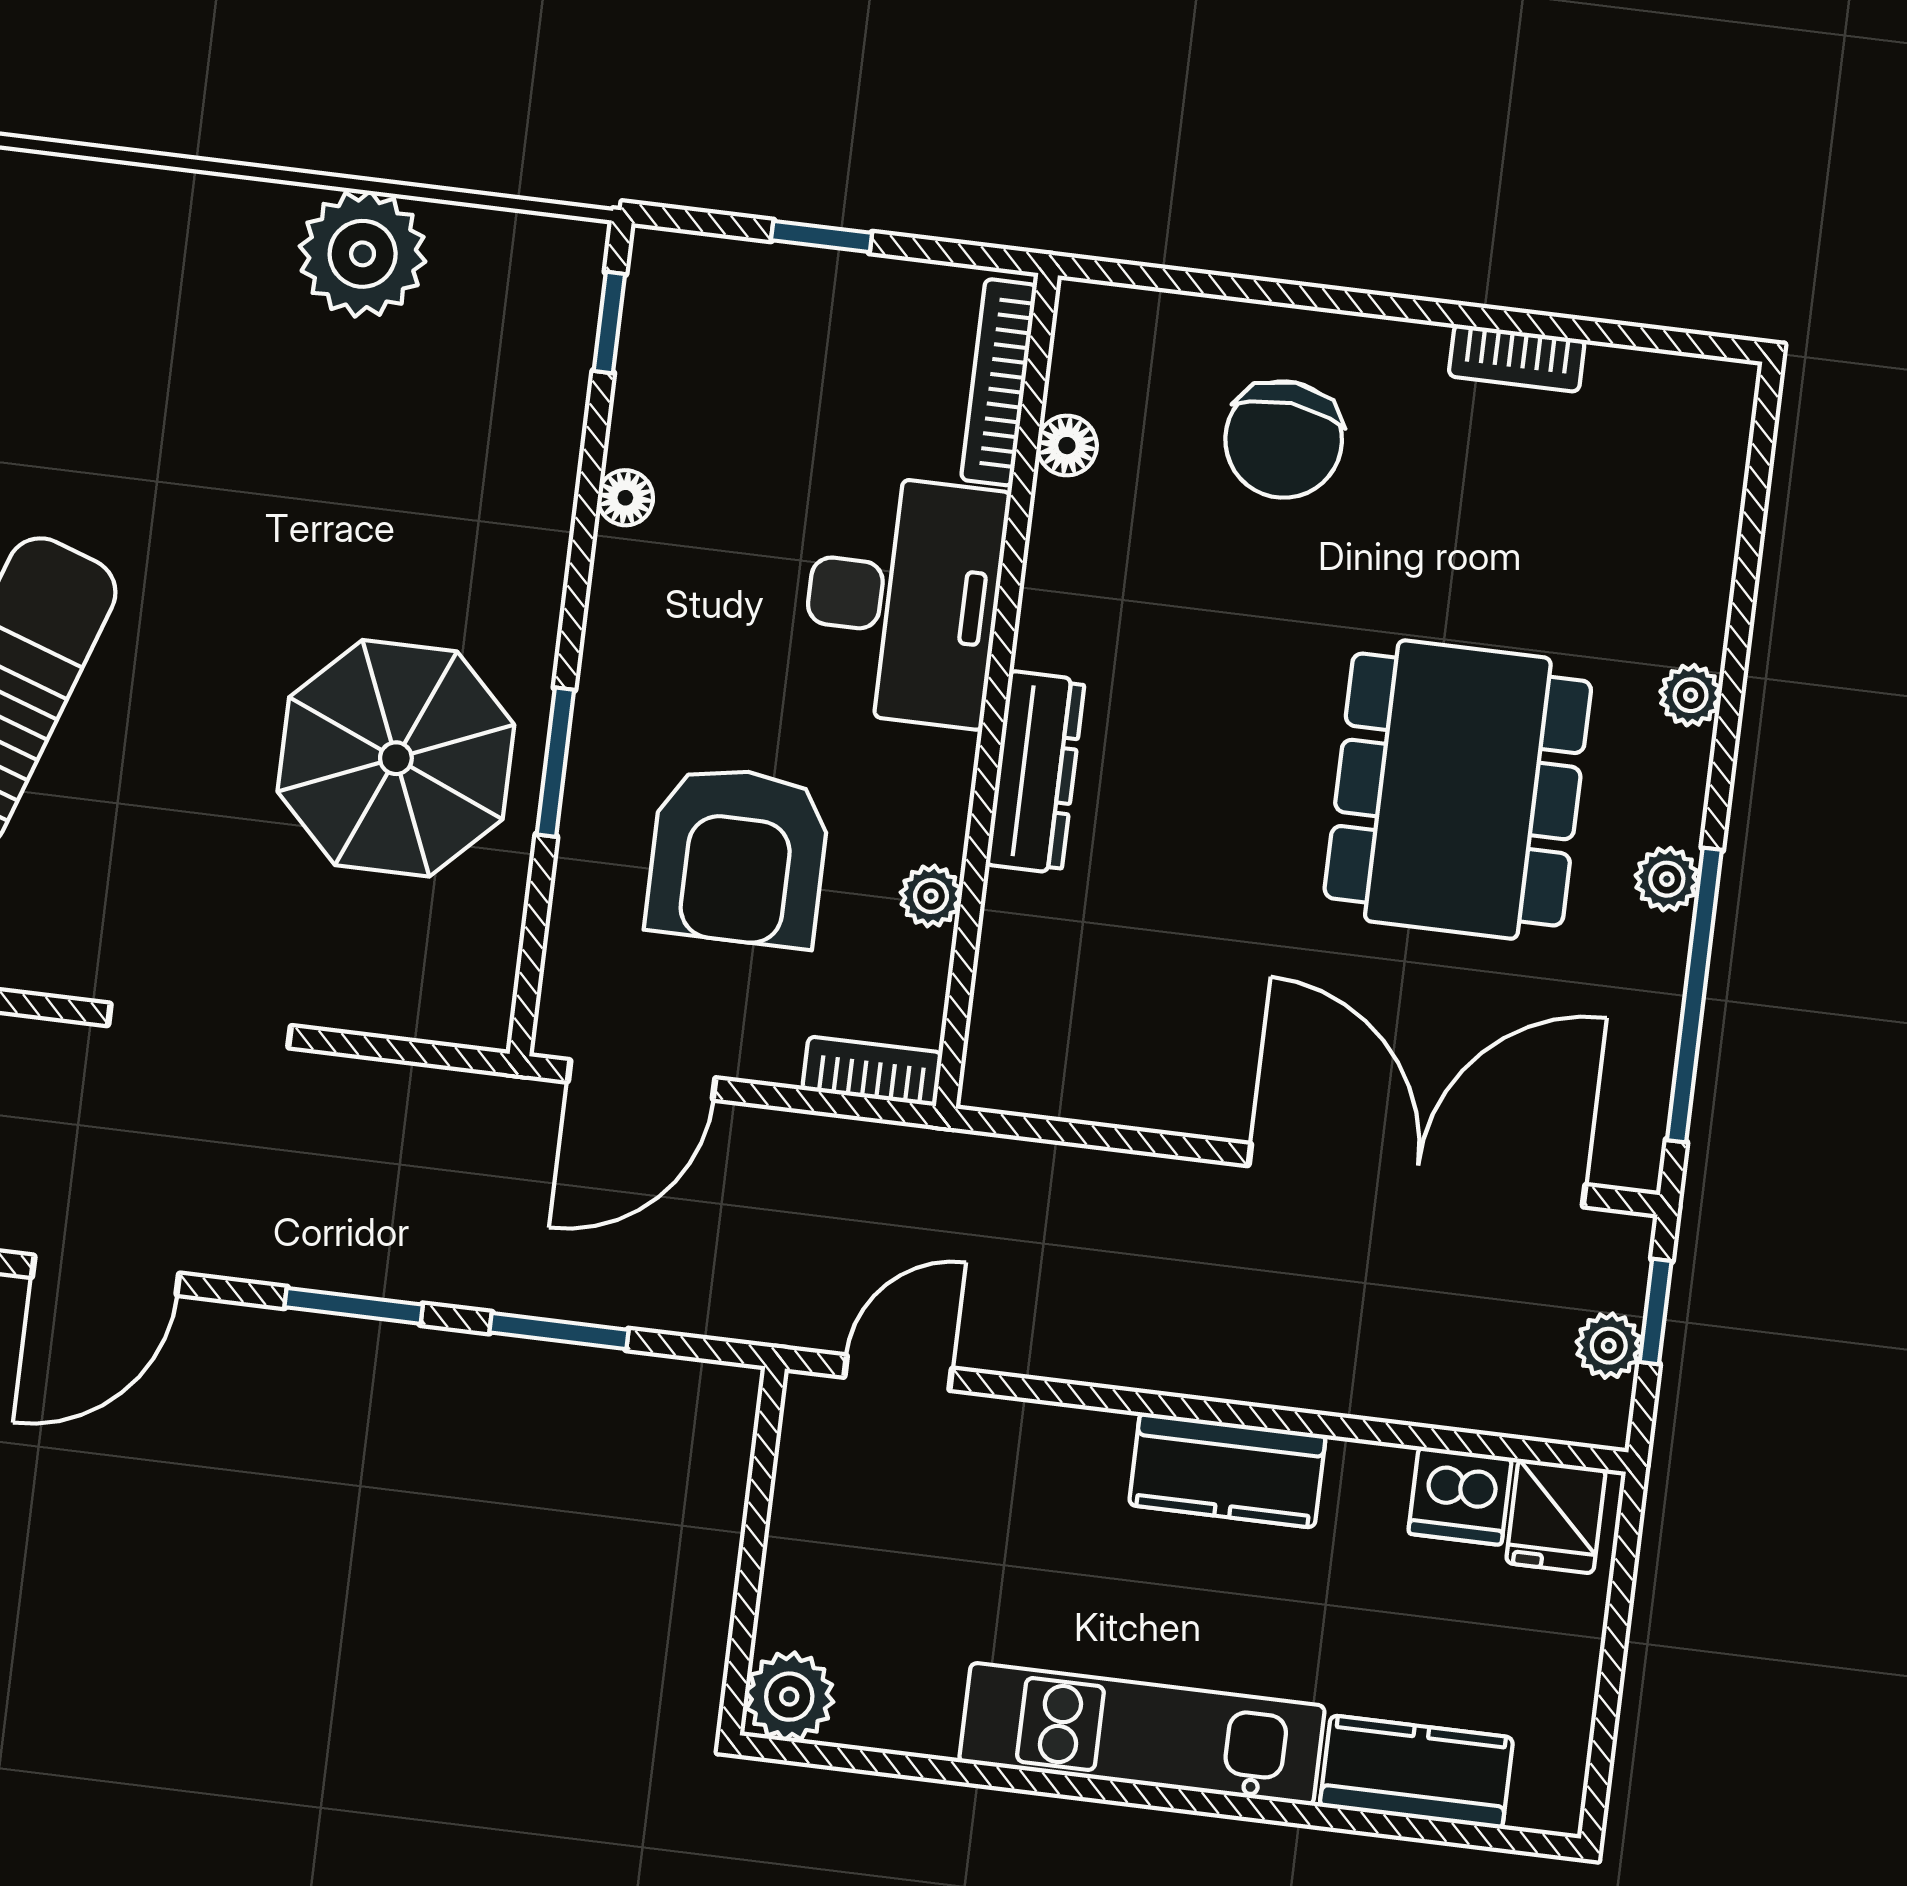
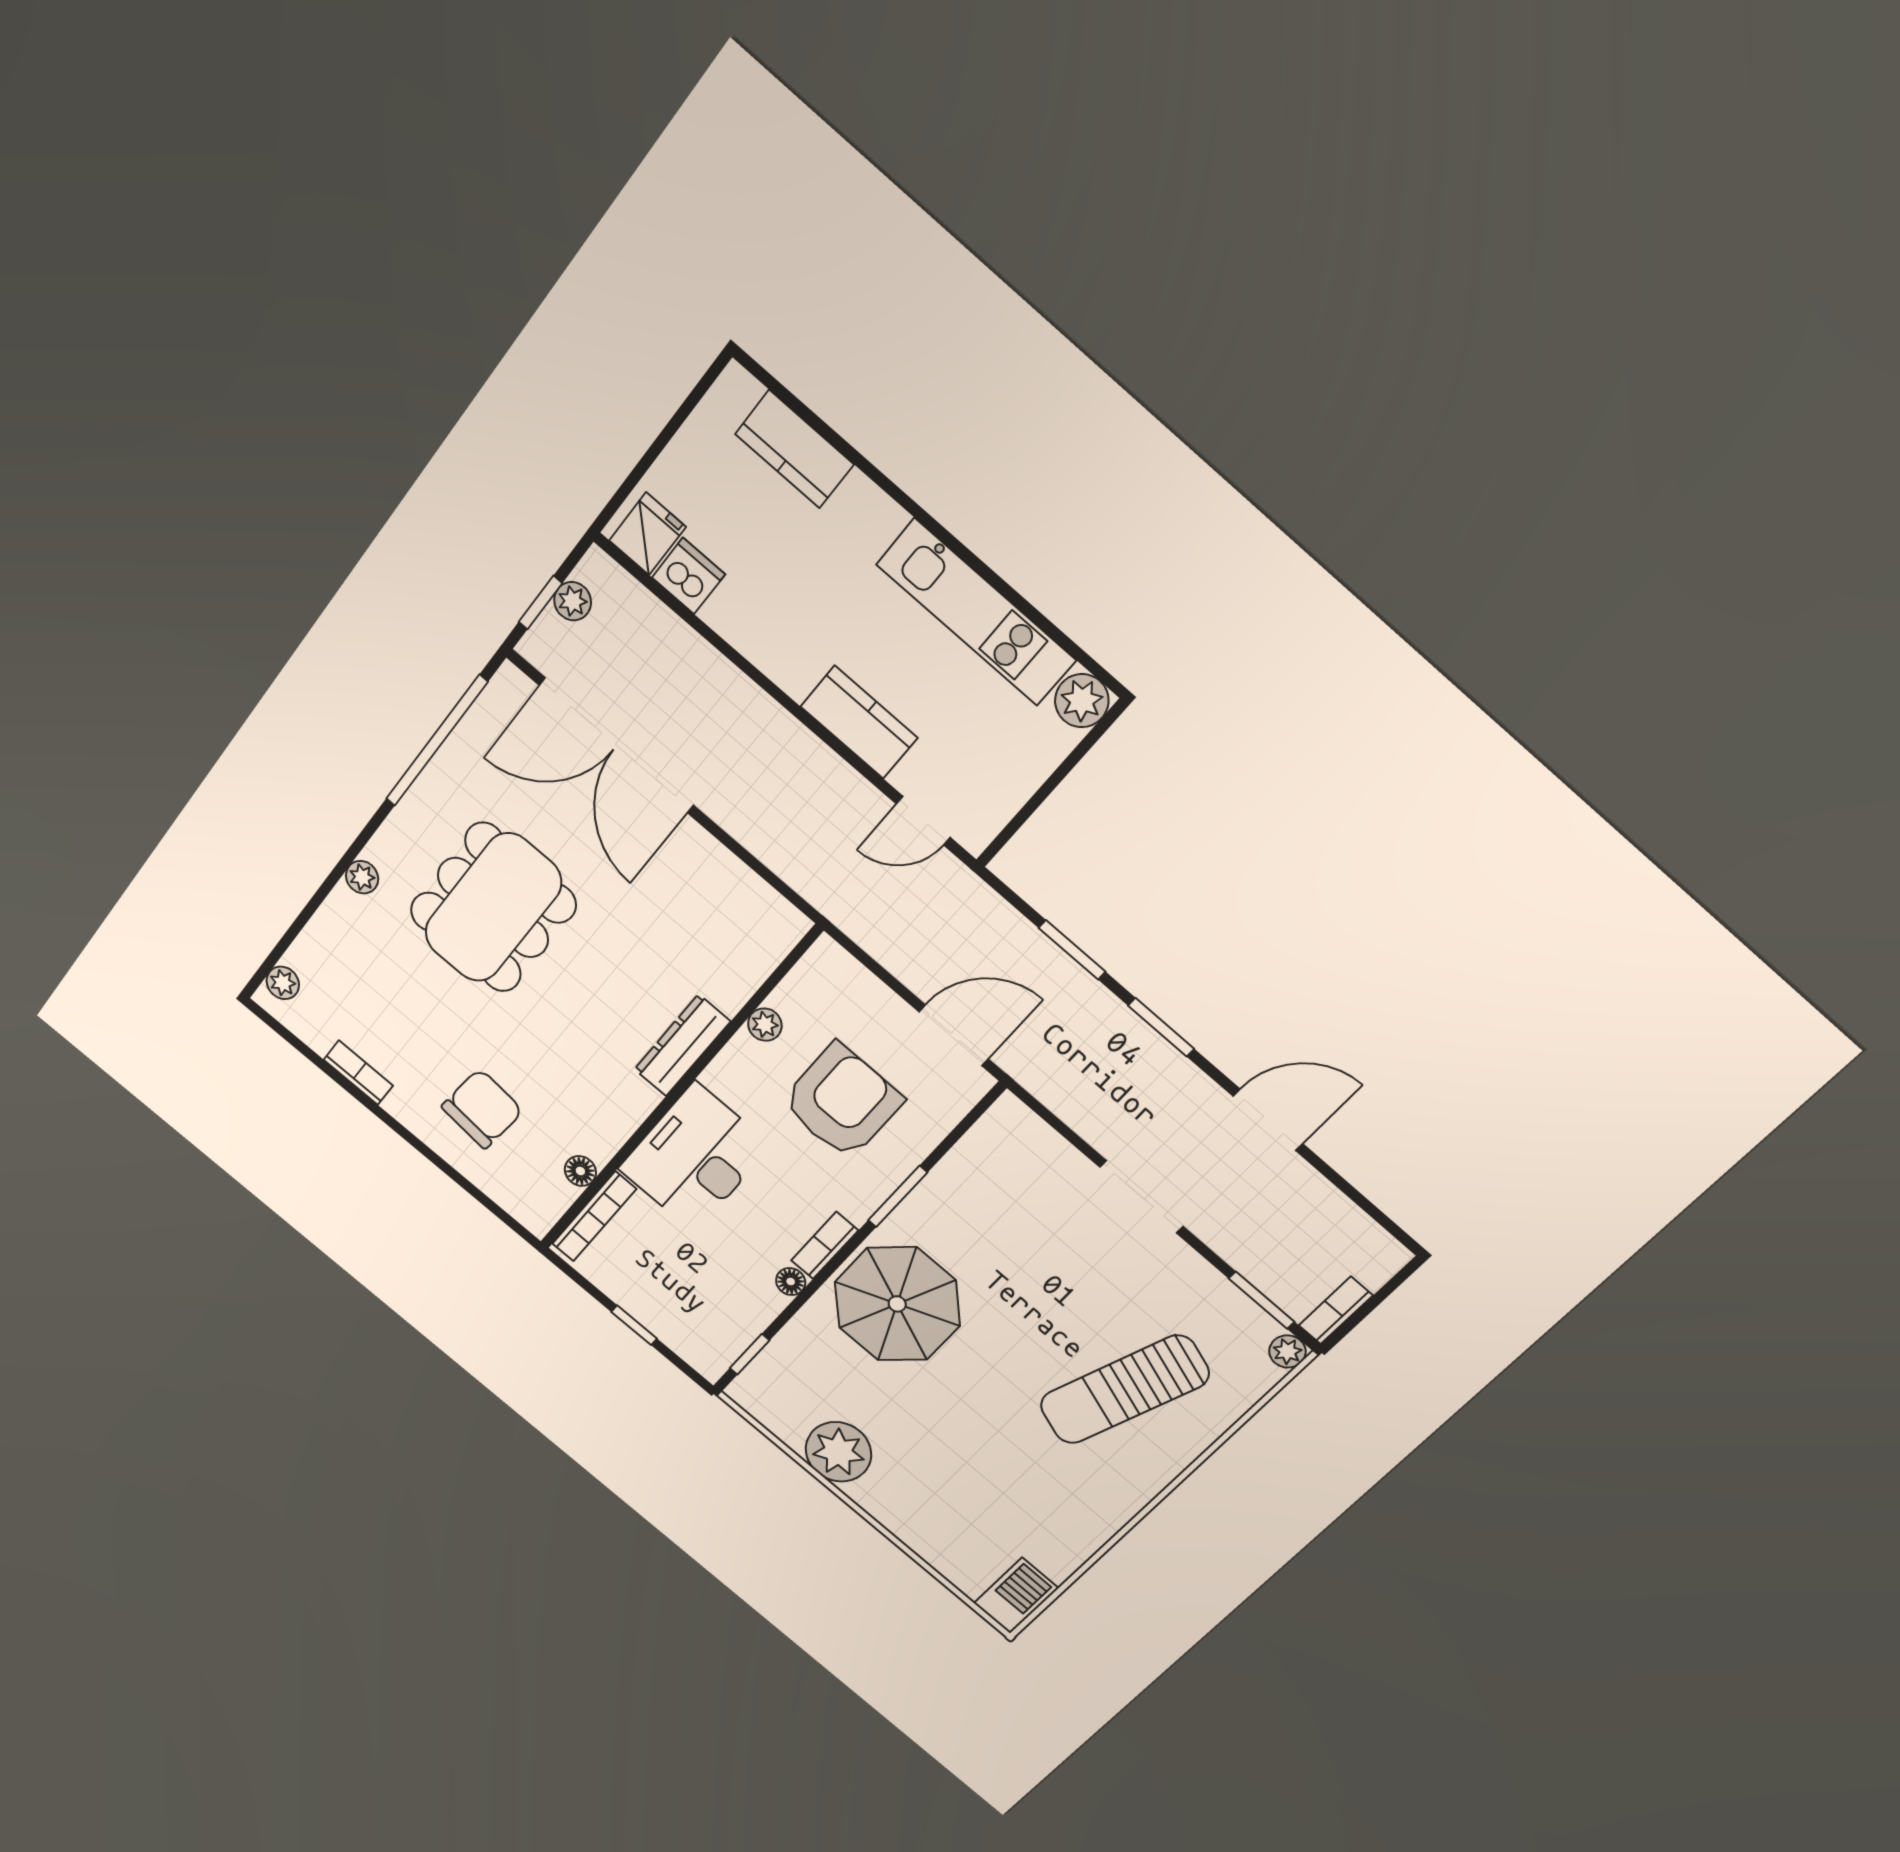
parasol: (396, 758) -> (897, 1304), moved
plant: (1667, 879) -> (283, 983), moved
bookcase: (872, 1071) -> (825, 1245), moved, turned 90
kitchen counter: (1227, 1470) -> (859, 722), moved
kitchen unit: (1142, 1734) -> (976, 612), moved

